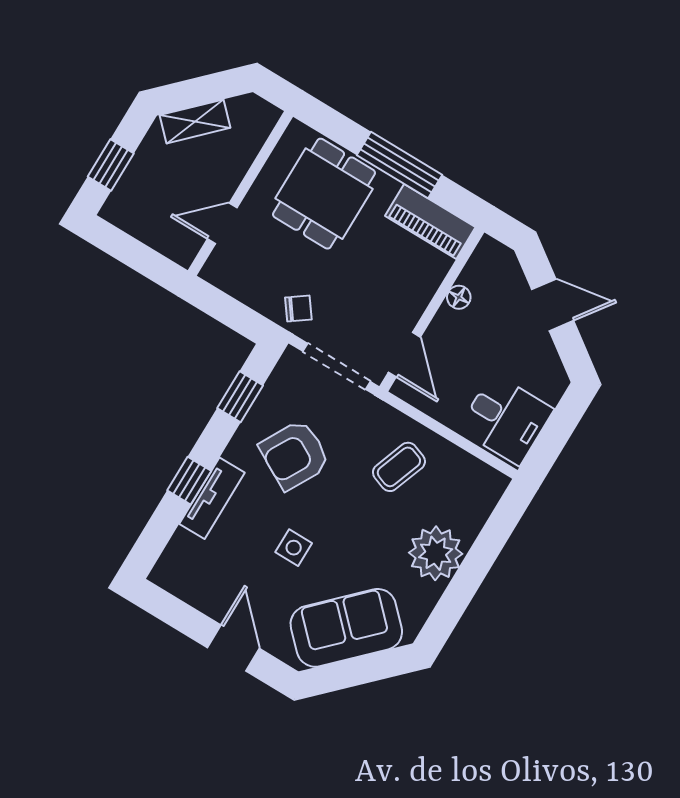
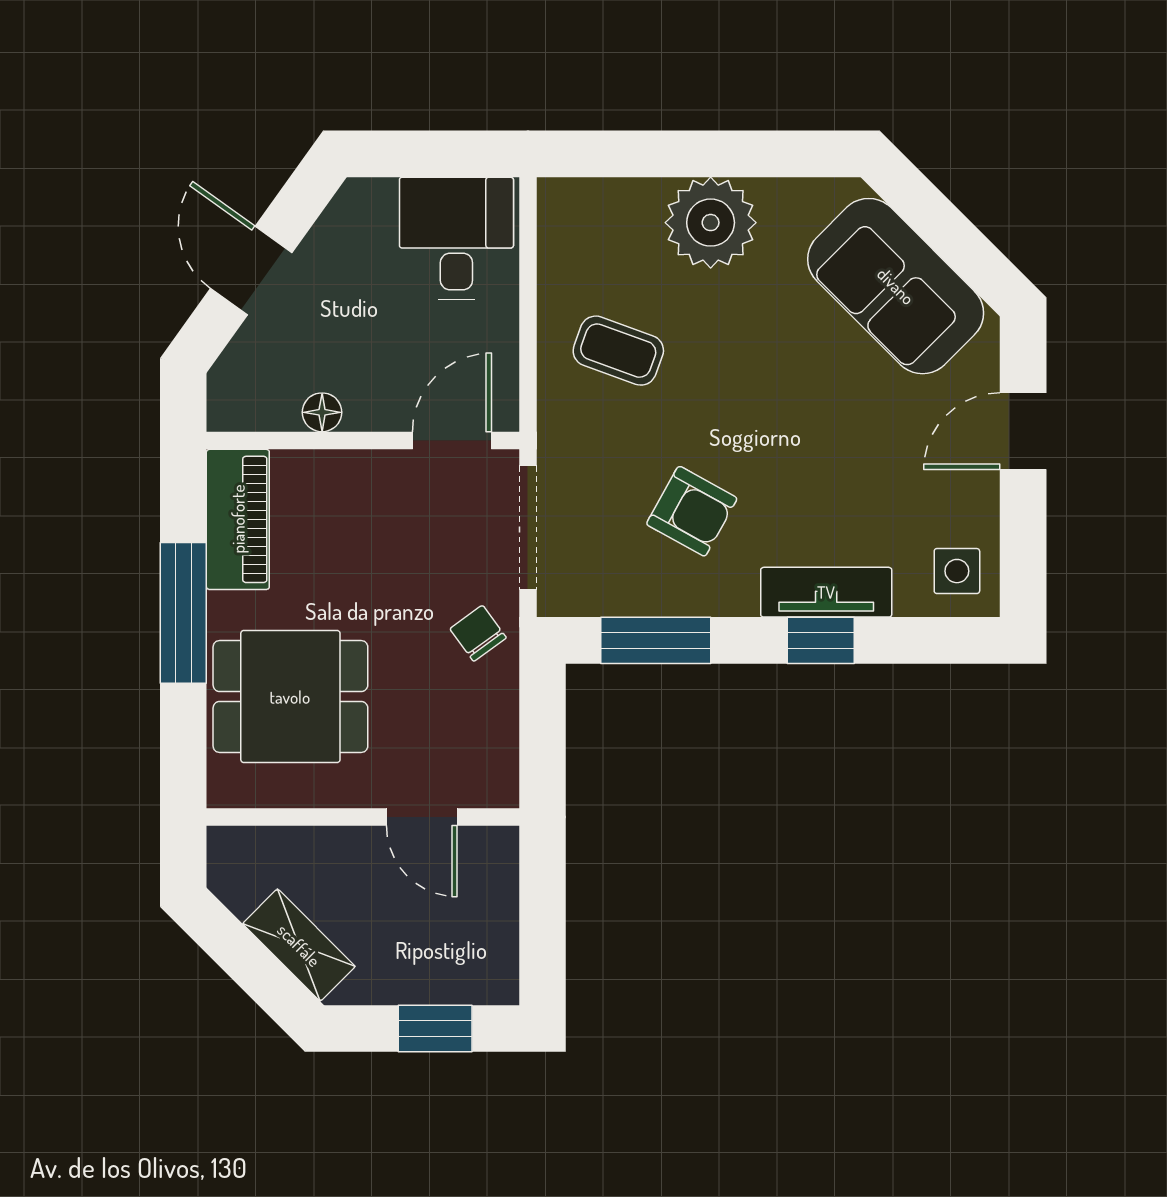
window: (240, 397) -> (656, 640), width x1.50
armchair: (295, 455) -> (692, 511), width x0.72, depth x0.72
side table: (294, 548) -> (957, 571), moved

